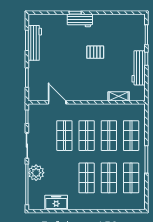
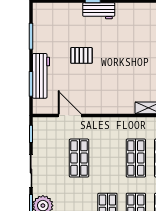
workbench: (35, 43) -> (41, 76), moved
pallet: (95, 52) -> (81, 55), moved
shop shelf: (87, 136) -> (107, 158), removed

